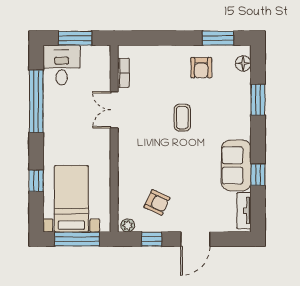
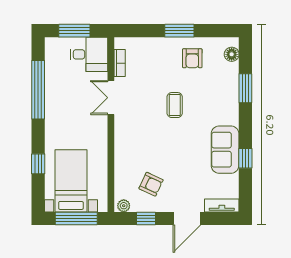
window: (218, 38) -> (179, 31), moved
desk: (62, 65) -> (89, 54), moved, turned 90
tv unit: (244, 211) -> (222, 205), moved, turned 90

